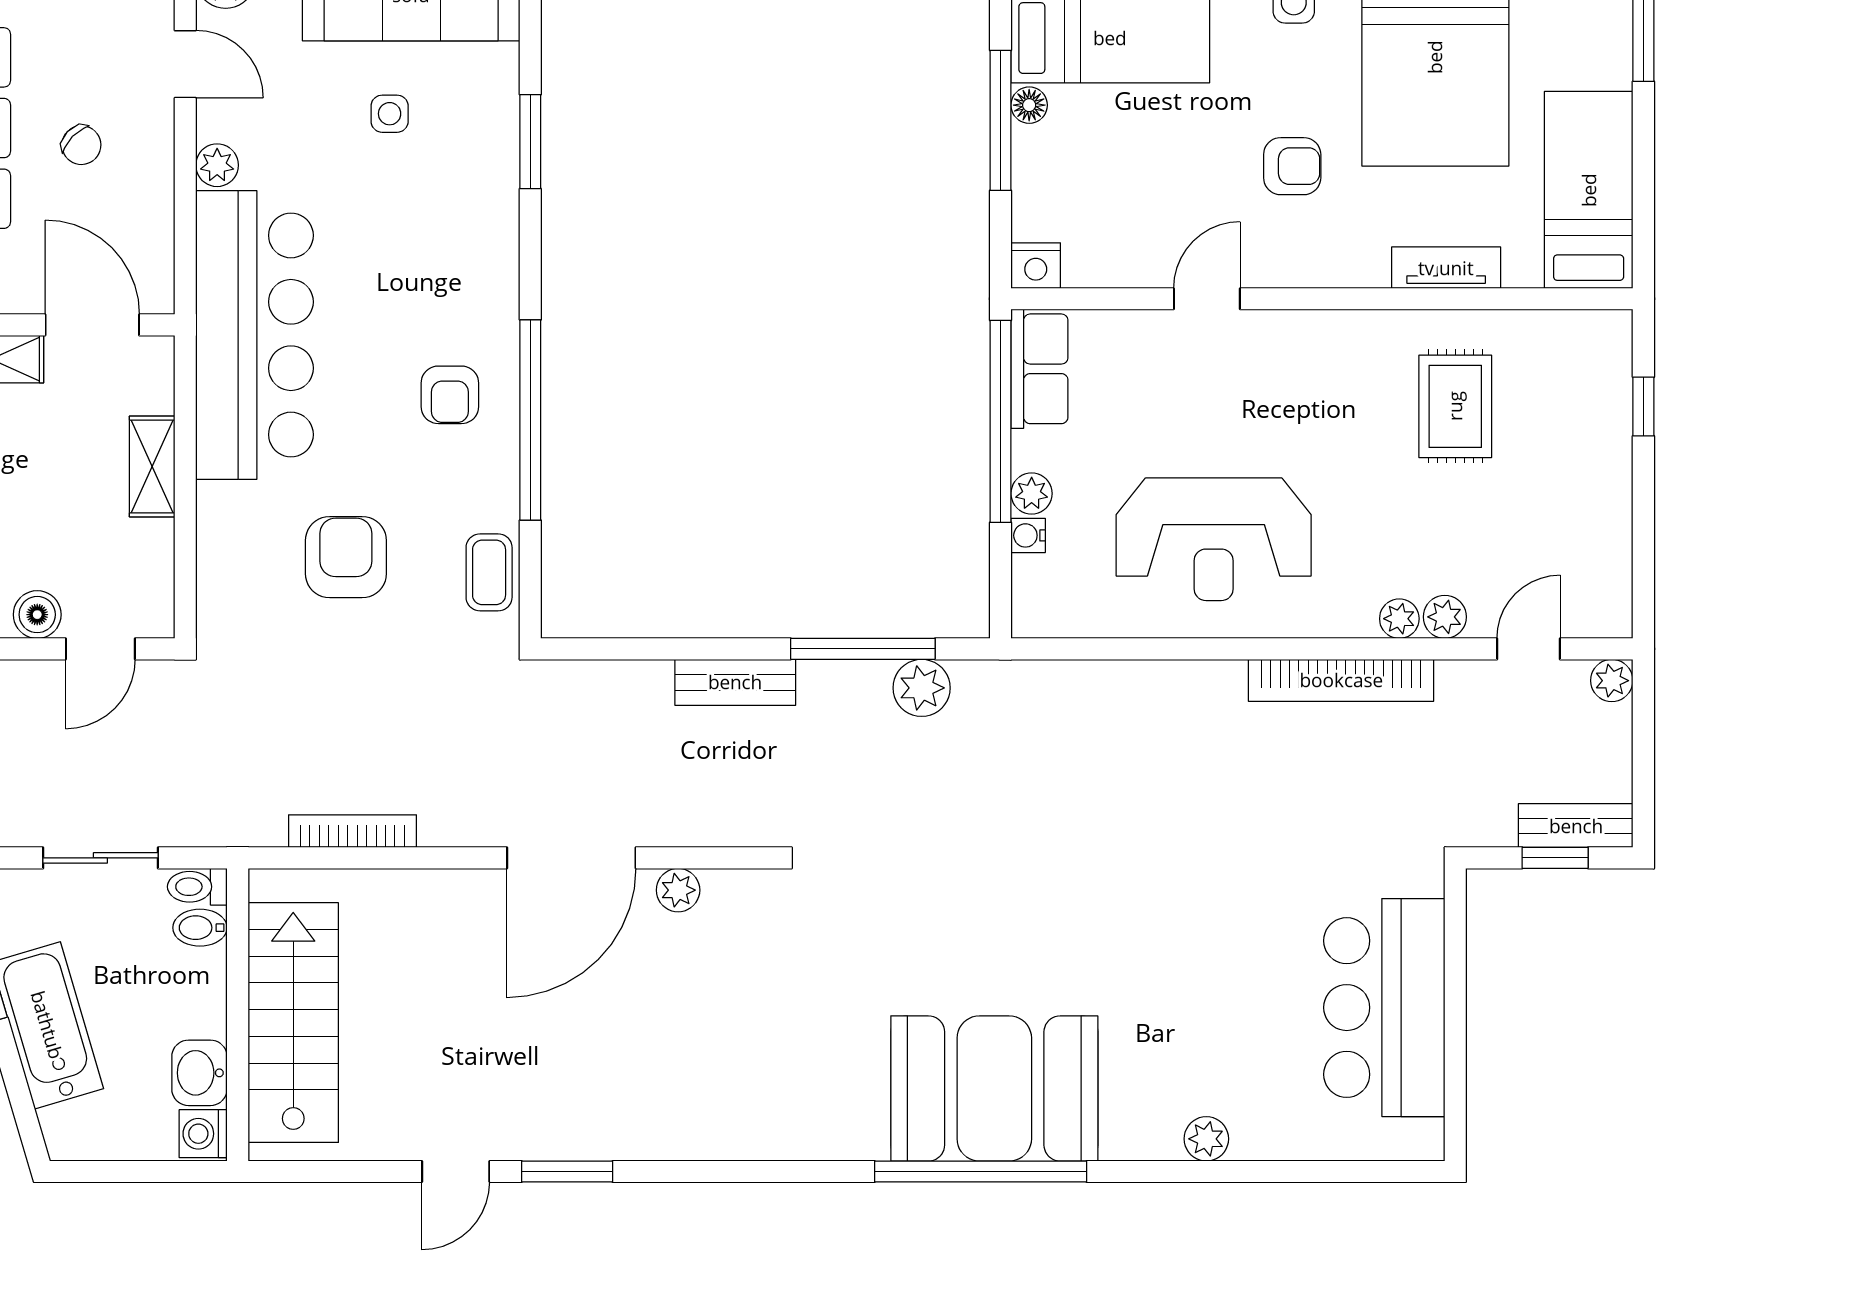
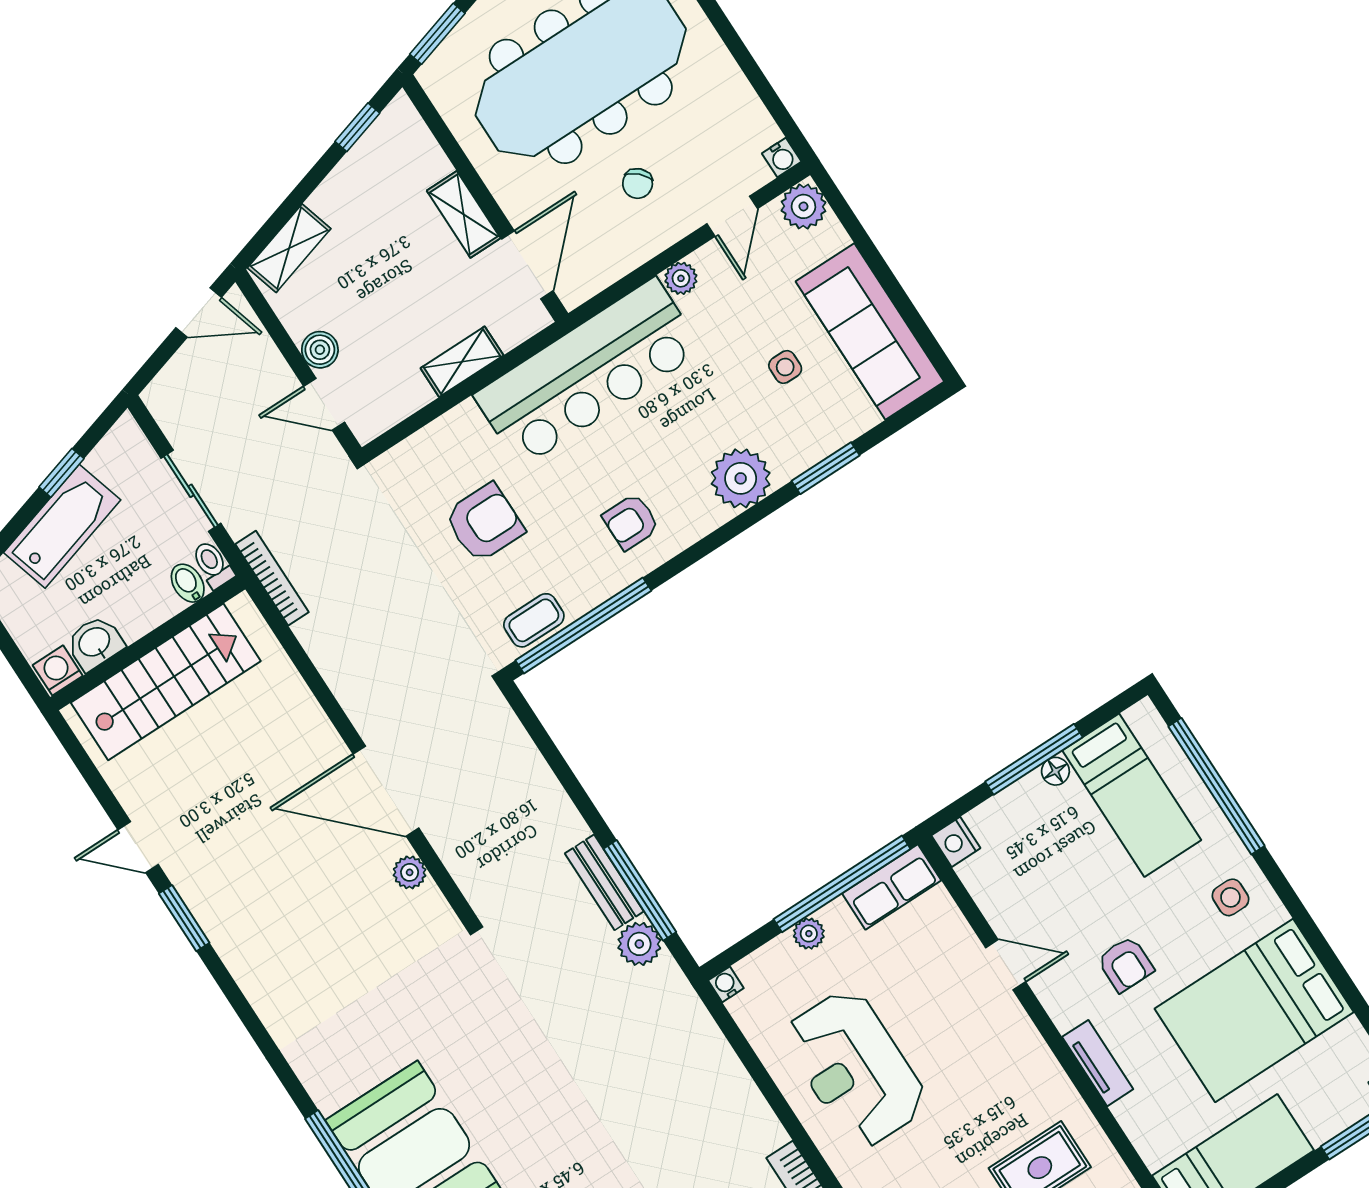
plant: (481, 243) -> (741, 478), added
tv unit: (1446, 268) -> (1098, 1063), moved
window: (530, 420) -> (583, 626), moved
water cooler: (1028, 535) -> (726, 984), moved
bench: (735, 682) -> (604, 882), moved
bookcase: (352, 831) -> (272, 578), moved

